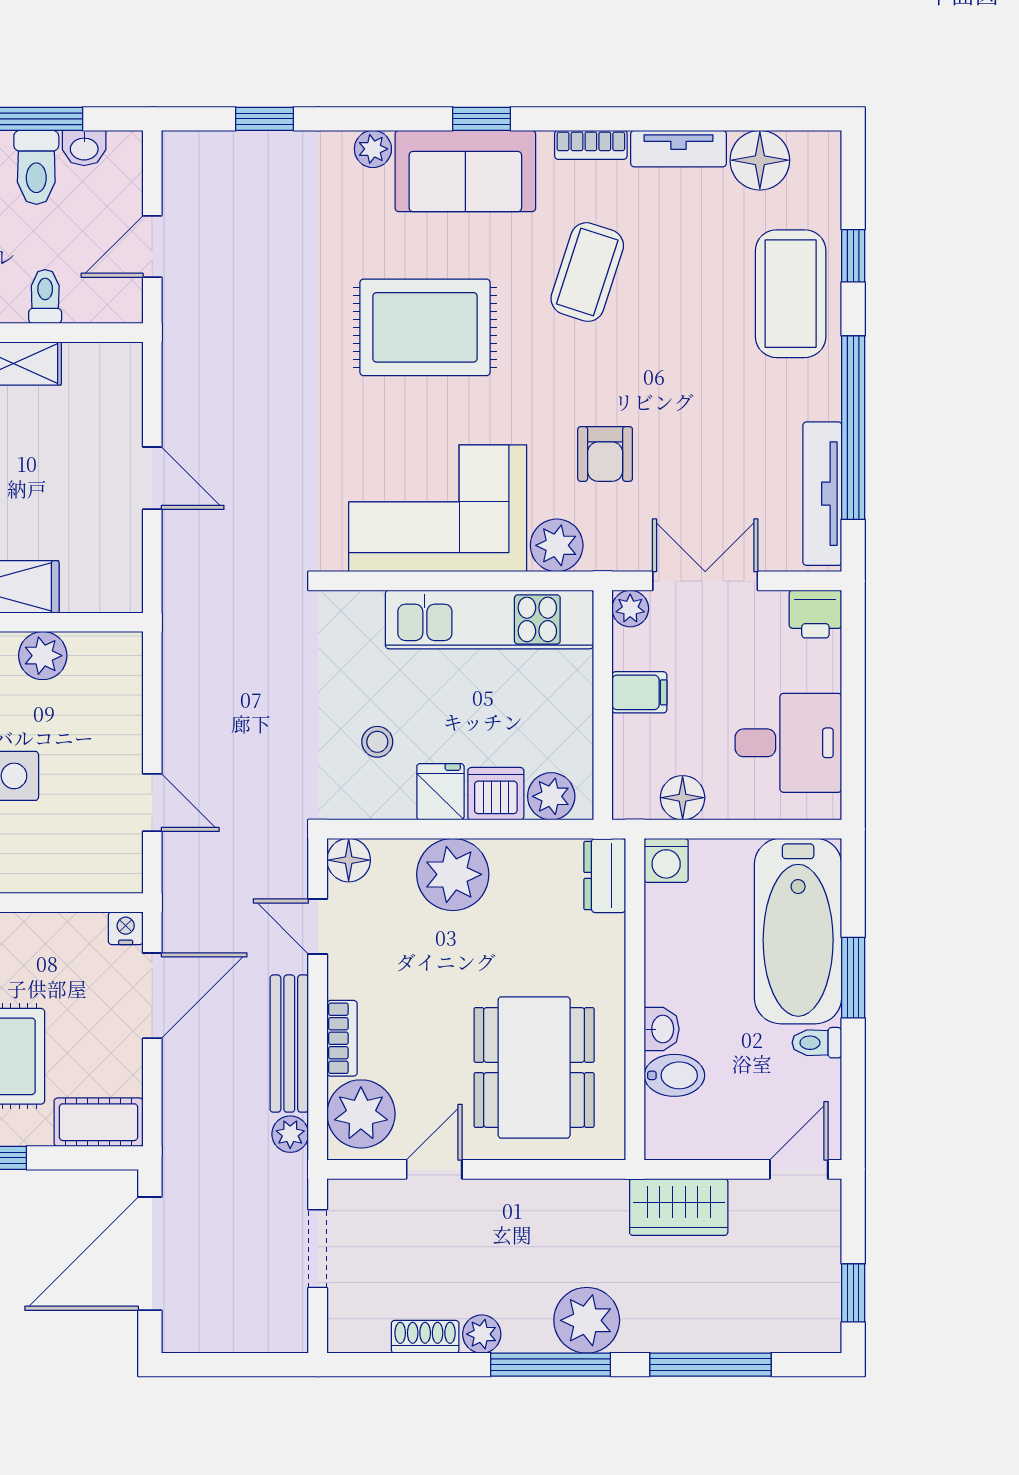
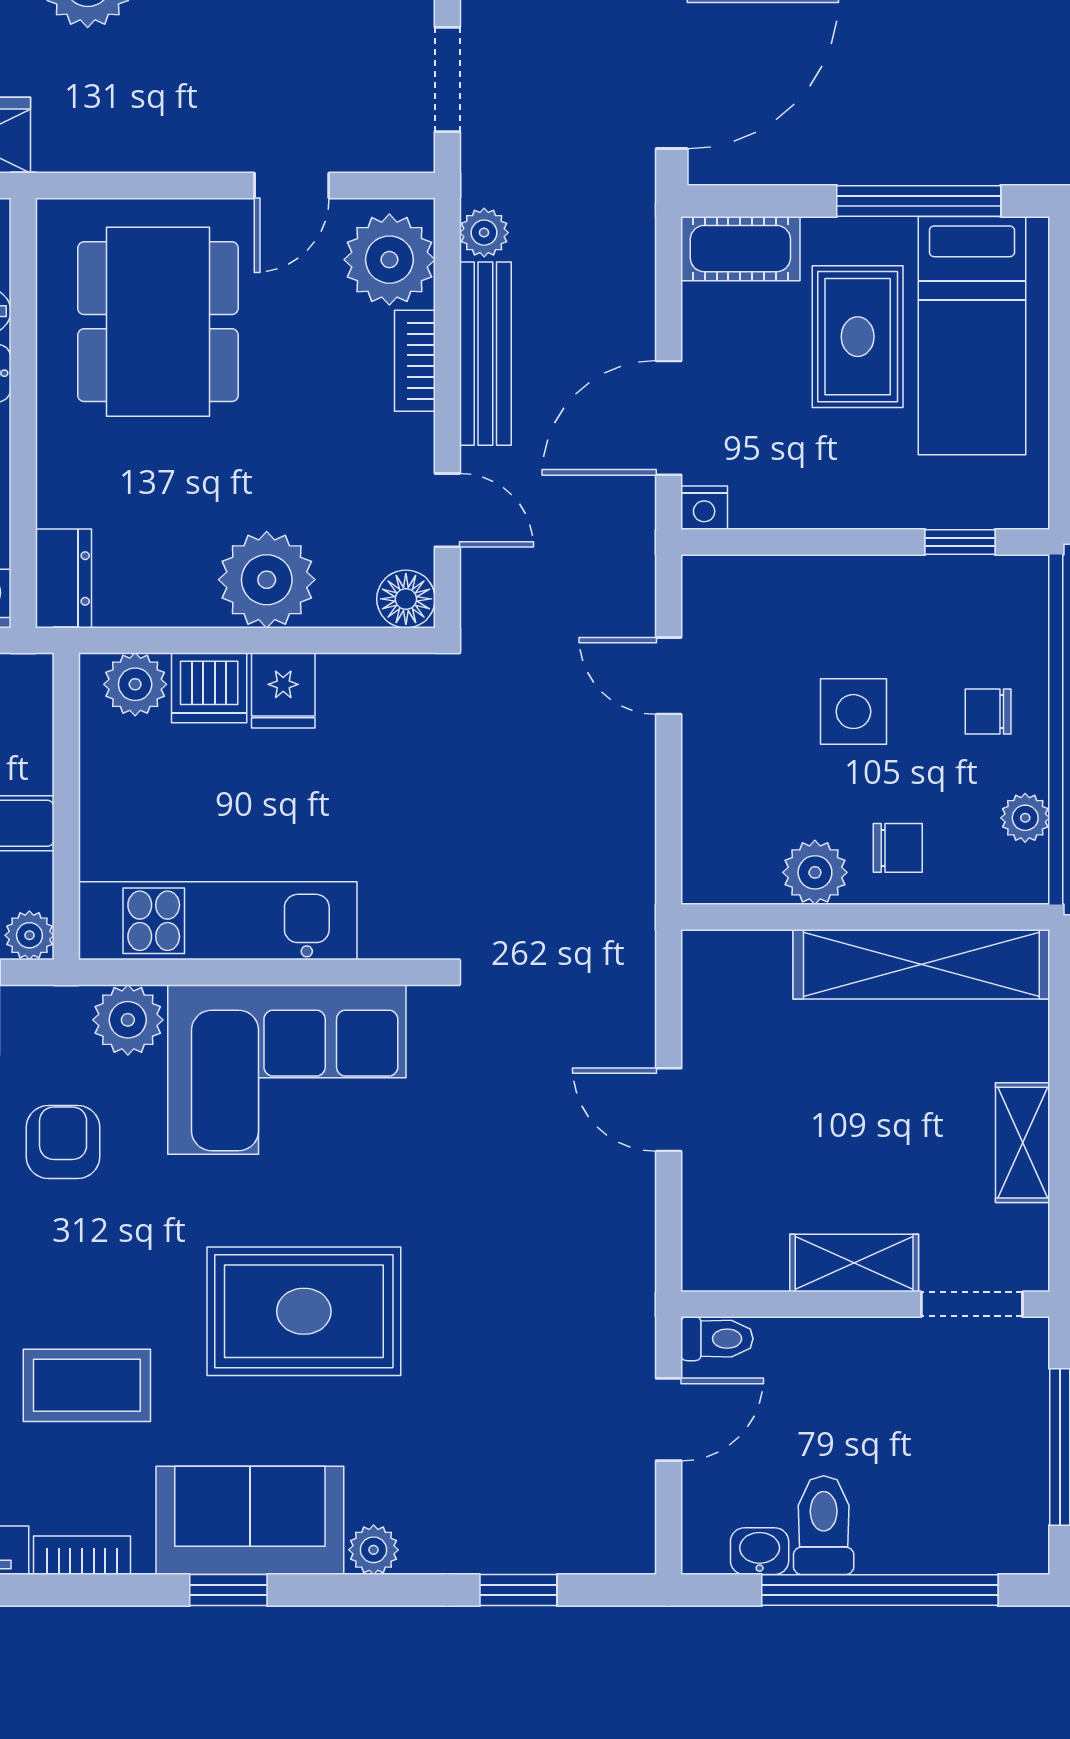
coffee table: (587, 272) -> (87, 1385), turned 72
toilet: (45, 297) -> (717, 1339), moved, turned -90
stool: (377, 742) -> (368, 757), removed

